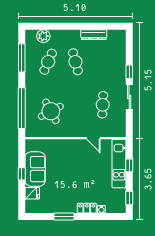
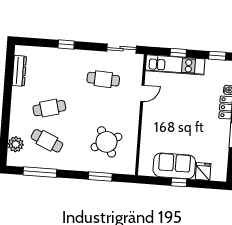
dresser: (94, 35) -> (19, 71), moved
sliding door: (129, 97) -> (122, 49), moved
window: (22, 108) -> (100, 177), width x0.47

